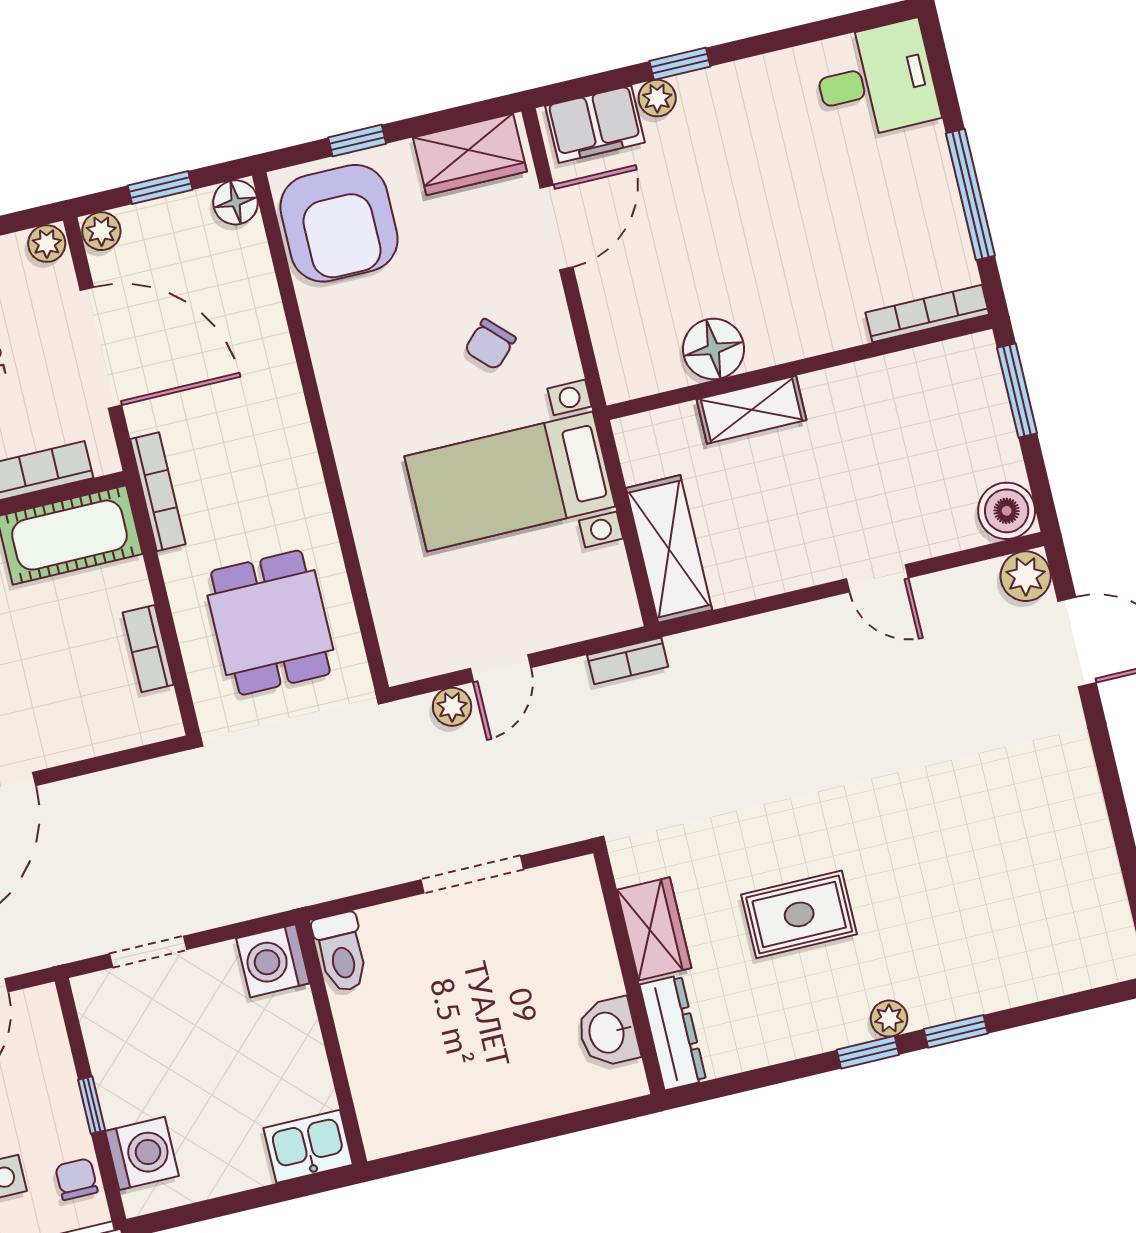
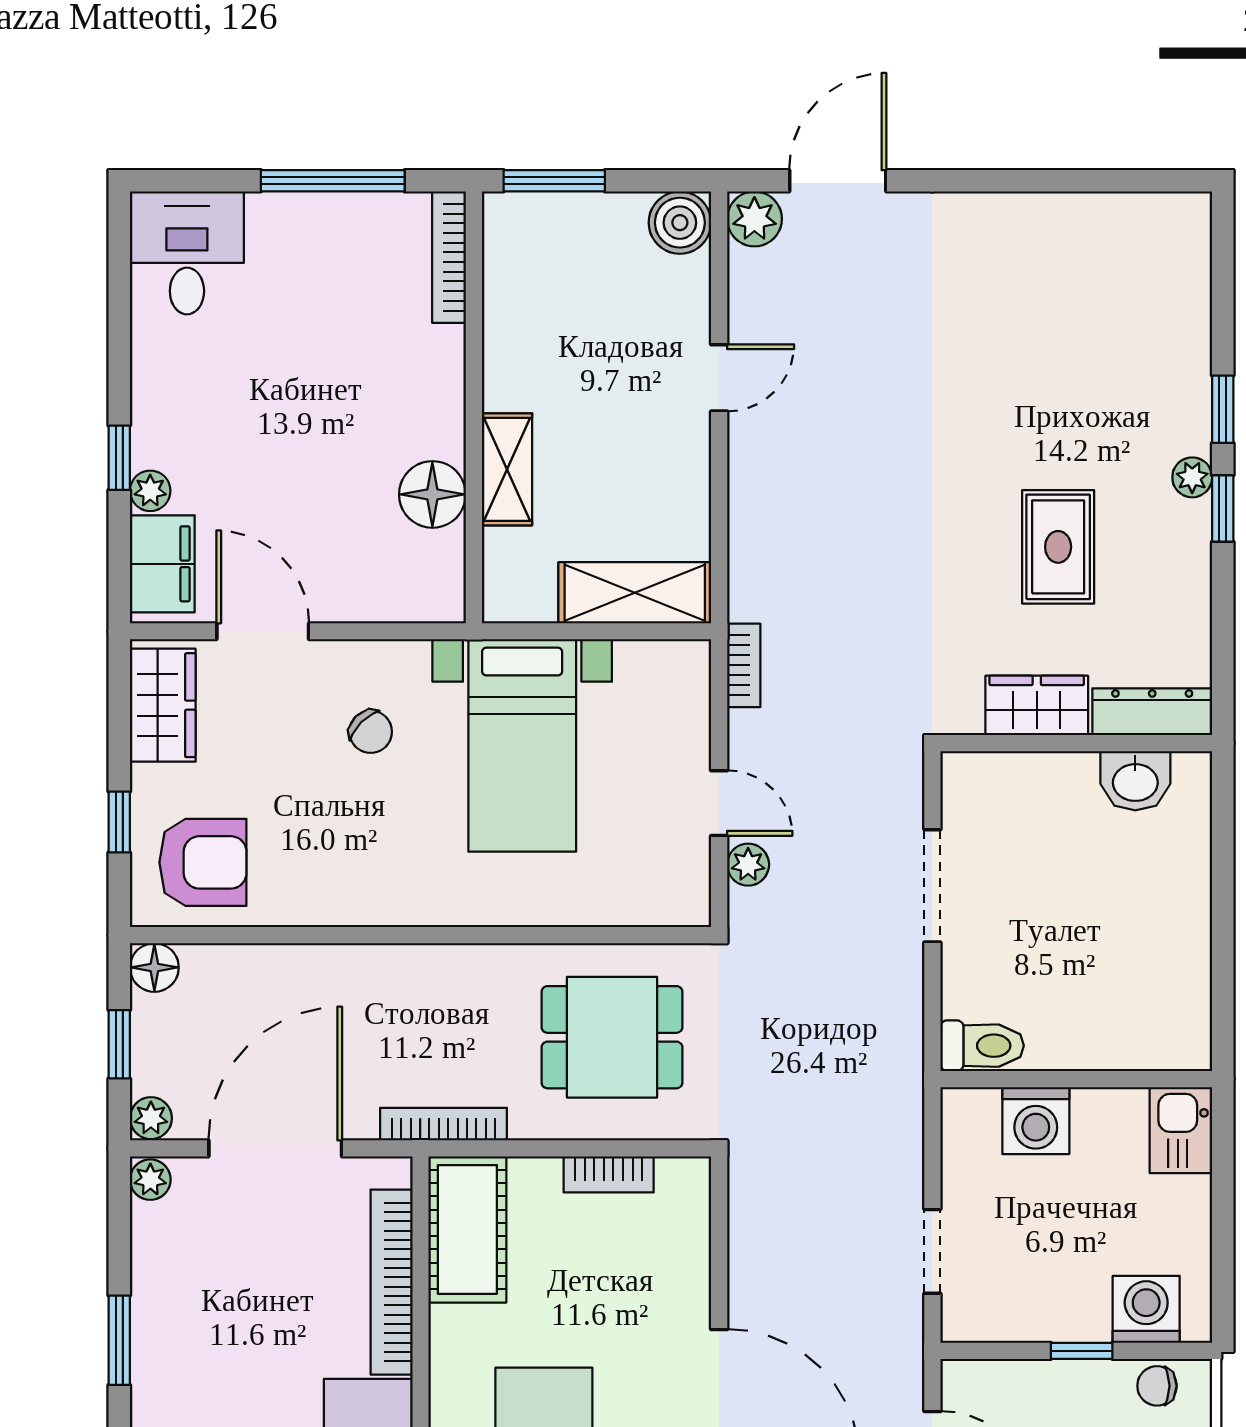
armchair: (339, 223) -> (203, 862), width x0.73, depth x0.73
washing machine: (273, 961) -> (1036, 1121), moved

